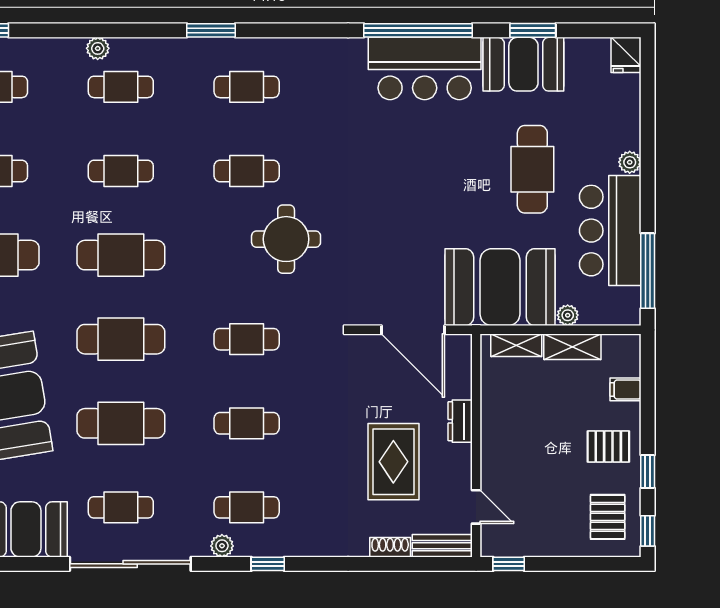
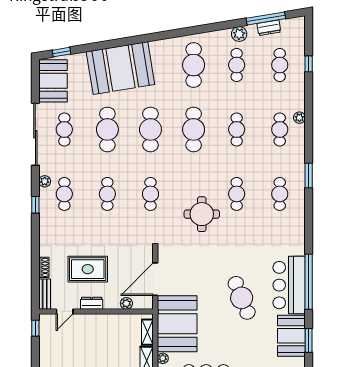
cafe table: (532, 169) -> (242, 298), moved, turned 68
plant: (460, 386) -> (126, 303), added
dresser: (460, 421) -> (92, 303), moved

